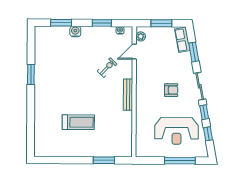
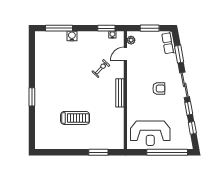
window: (61, 23) -> (59, 28), width x1.44
window: (102, 23) -> (106, 28), moved
window: (31, 74) -> (32, 97), moved
reception desk: (177, 131) -> (150, 133), moved
window: (180, 161) -> (167, 152), width x1.46

